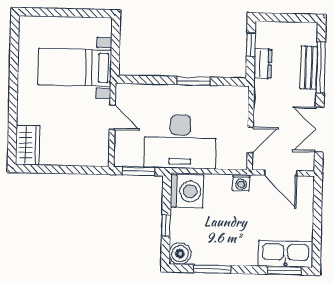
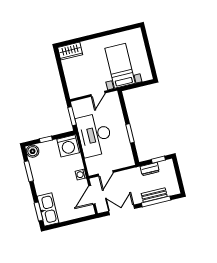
door: (250, 140) -> (106, 173), hinge flipped

